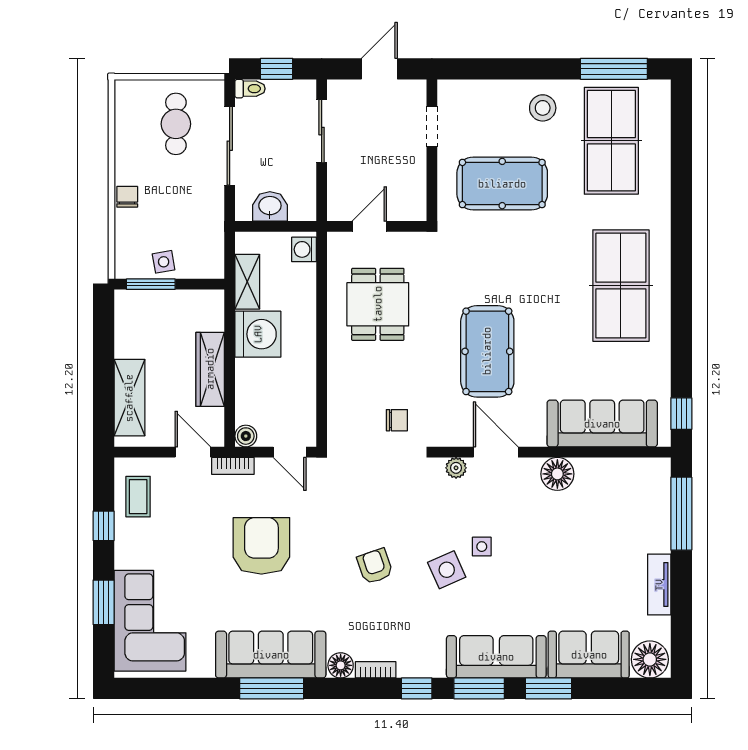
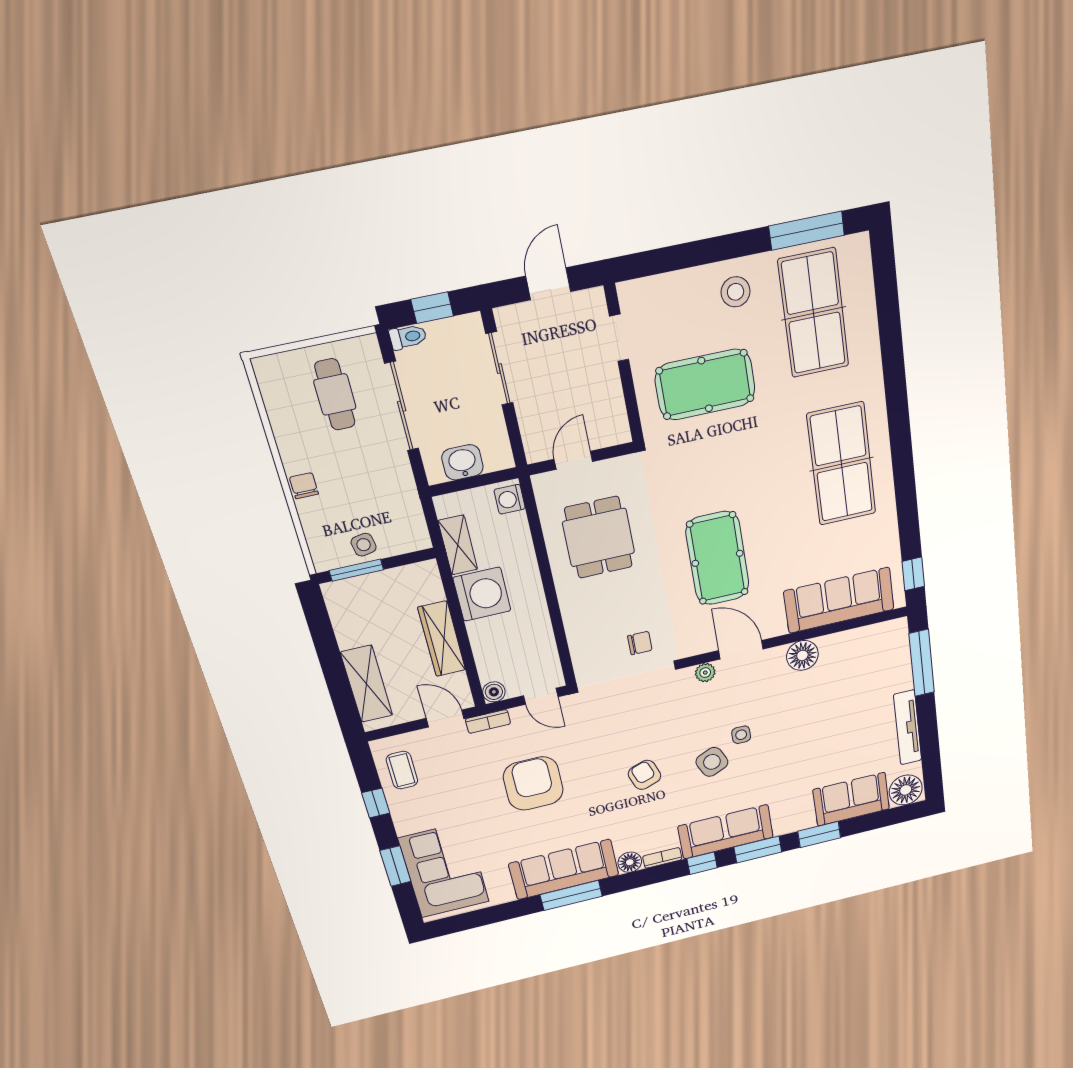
tv unit: (659, 585) -> (908, 728), width x1.41
sofa: (496, 657) -> (726, 832), moved

